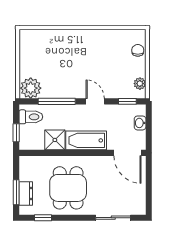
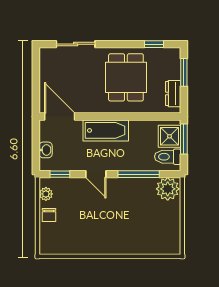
chair: (138, 50) -> (49, 215), moved
window: (16, 133) -> (184, 139), width x1.50
shower: (55, 140) -> (169, 136), moved
dresser: (26, 194) -> (173, 94), moved

